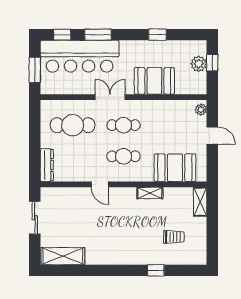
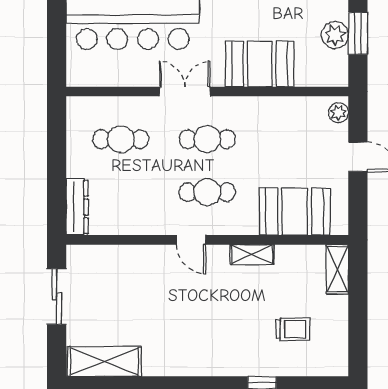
window: (212, 63) -> (358, 33), width x1.50
window: (35, 70) -> (57, 45), removed
cafe table: (73, 125) -> (121, 139), width x0.73, depth x0.74
door: (100, 184) -> (191, 240), moved

